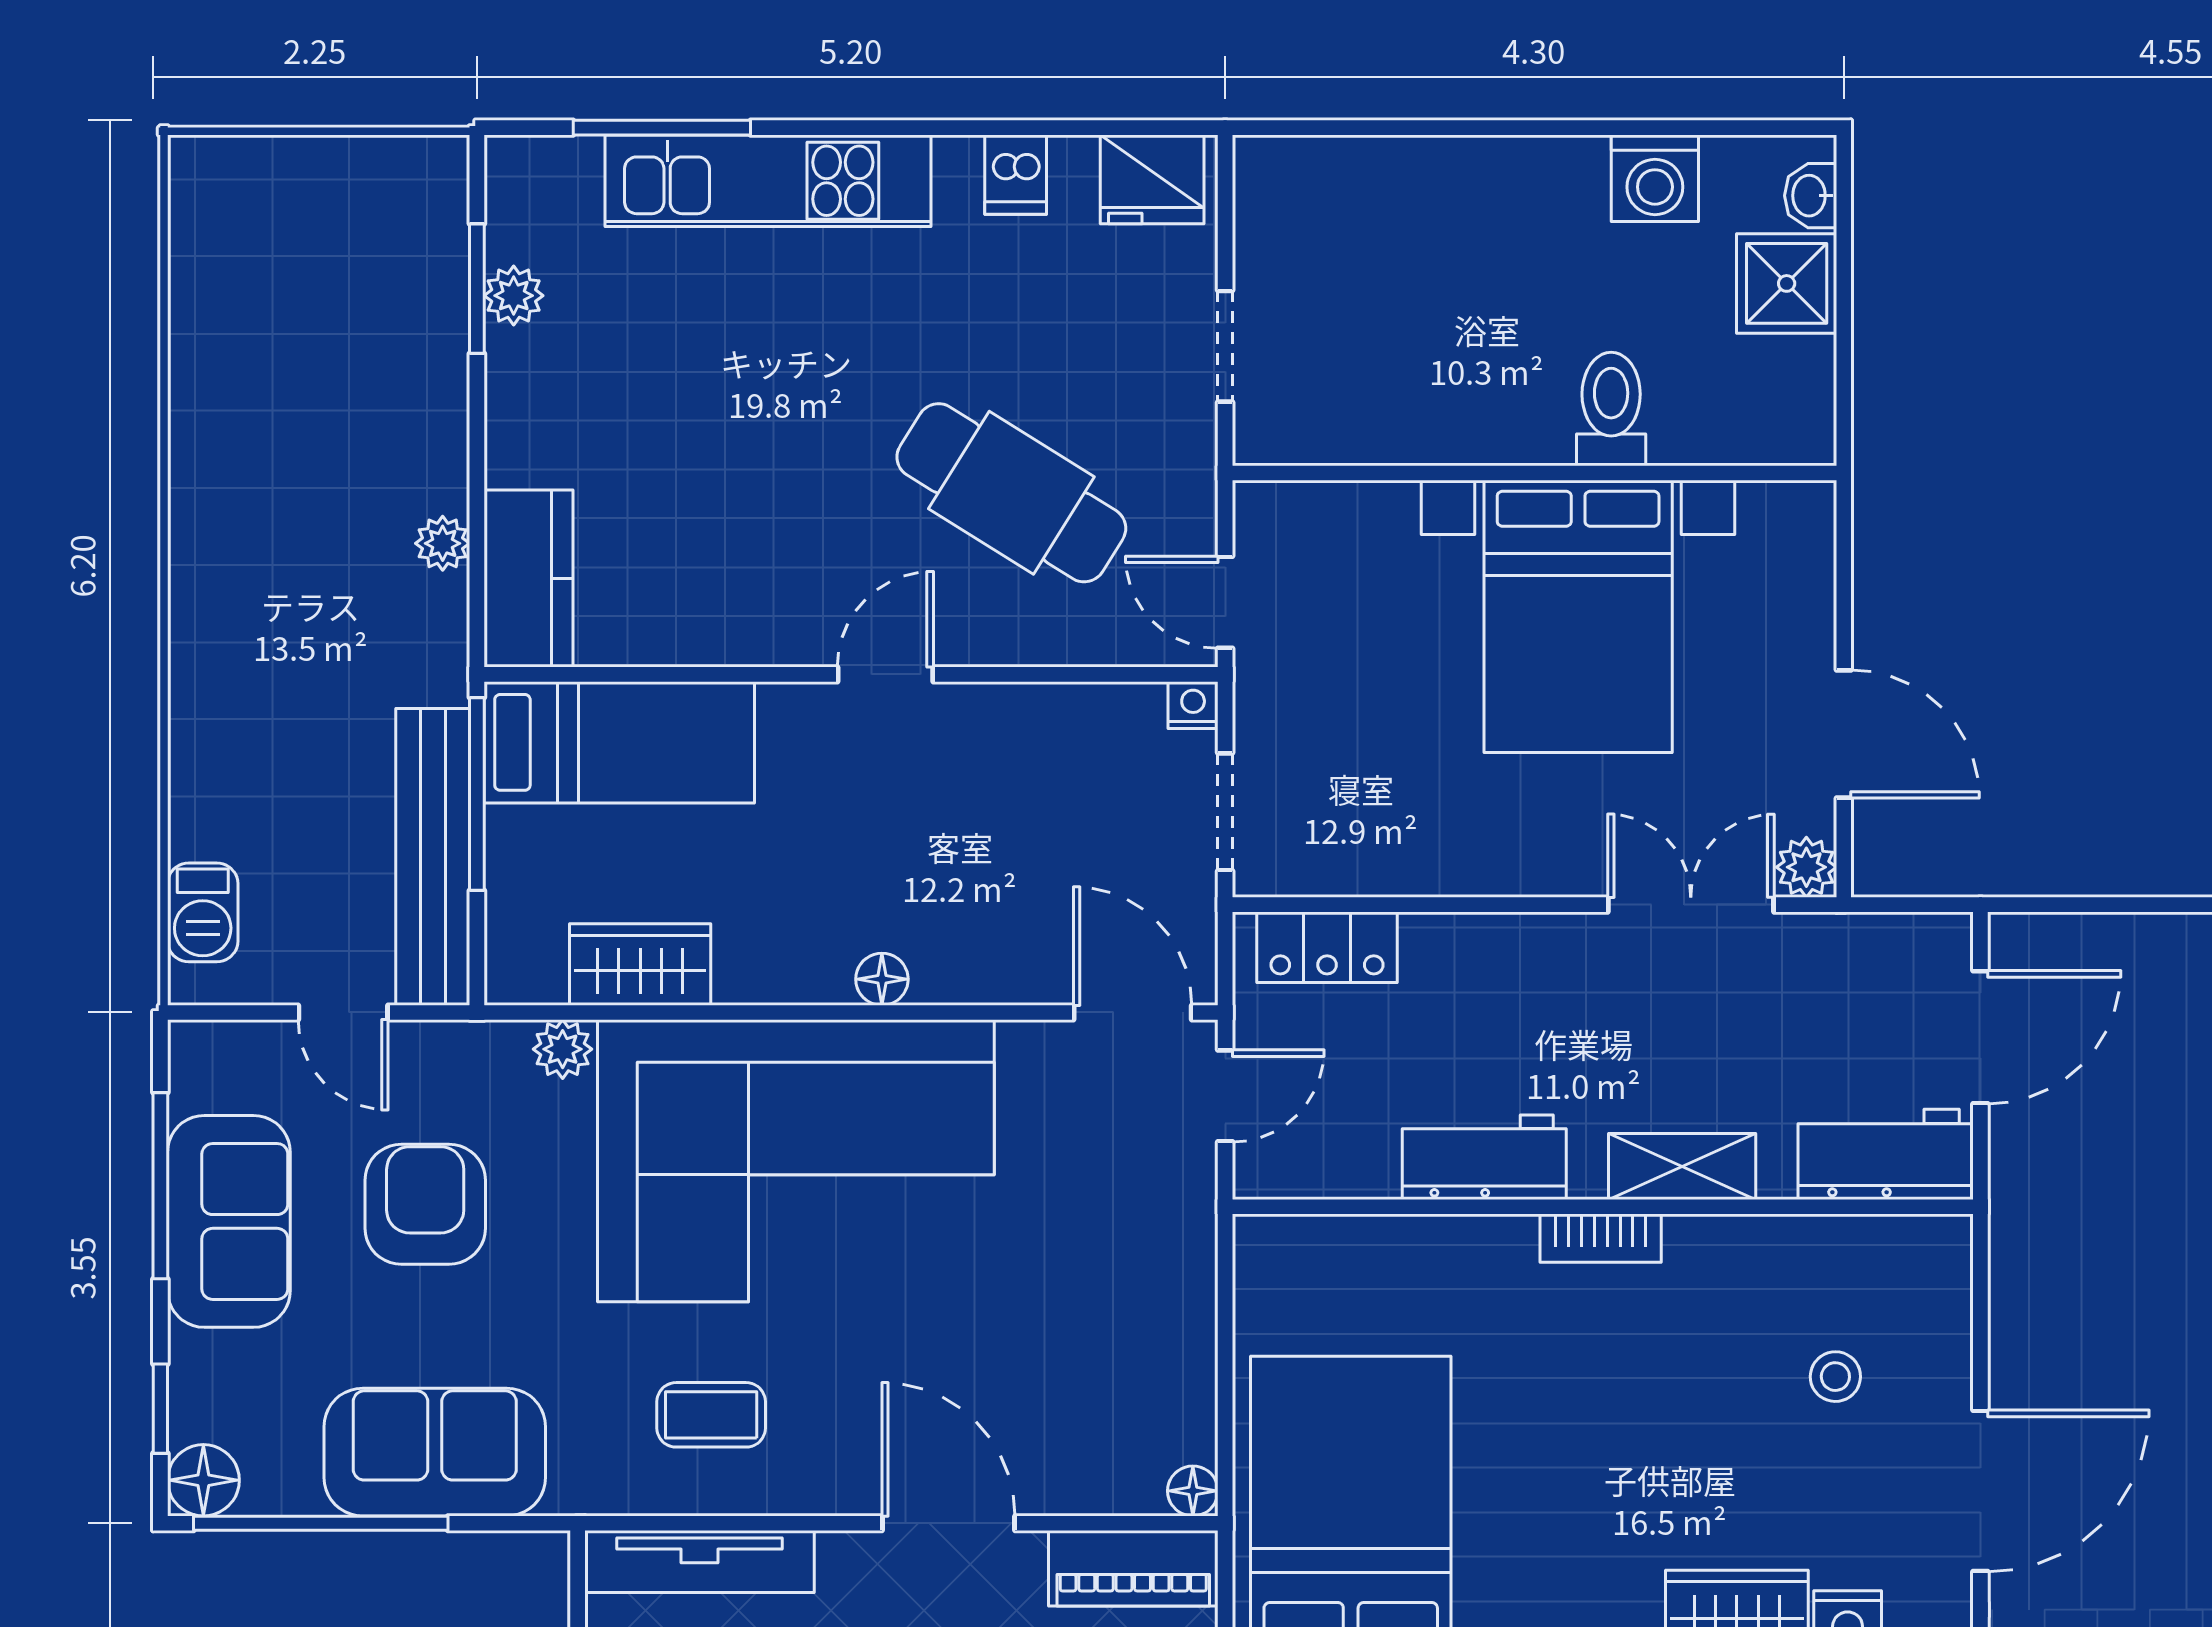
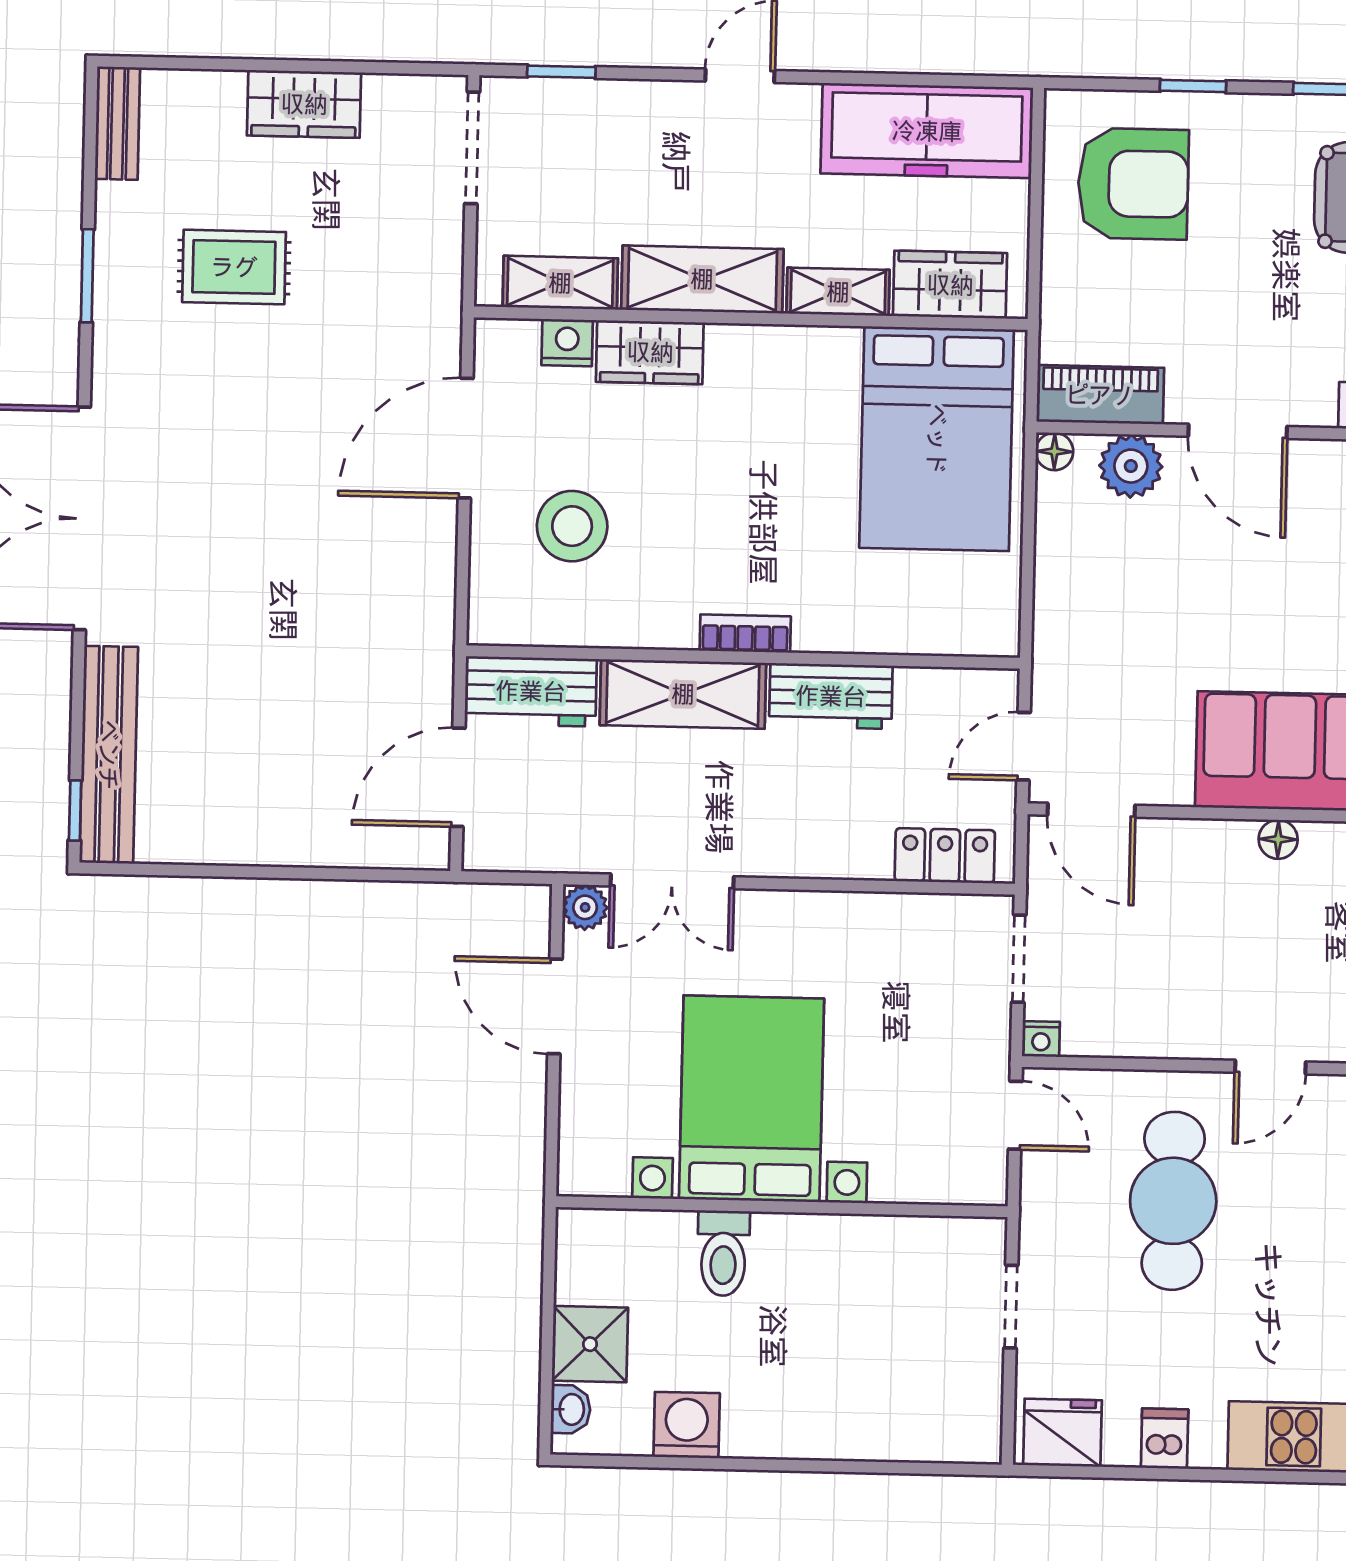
cafe table: (1011, 493) -> (1173, 1201), turned 58
shelving: (1682, 1166) -> (683, 694), width x1.50, depth x1.33
stool: (1835, 1377) -> (572, 526), width x1.89, depth x1.89
plant: (1090, 1474) -> (1131, 466), added

